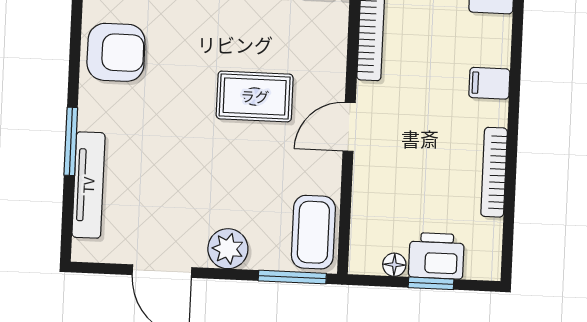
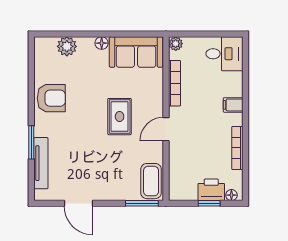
rug: (255, 96) -> (120, 117), turned 90
plant: (228, 249) -> (110, 191), removed
floor lamp: (394, 265) -> (231, 195), moved

